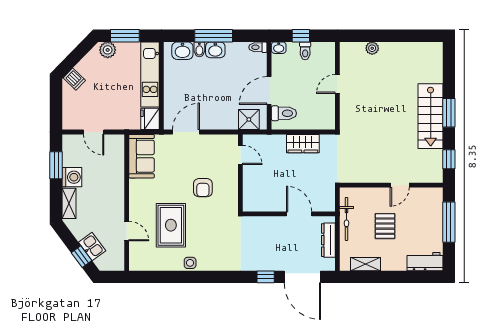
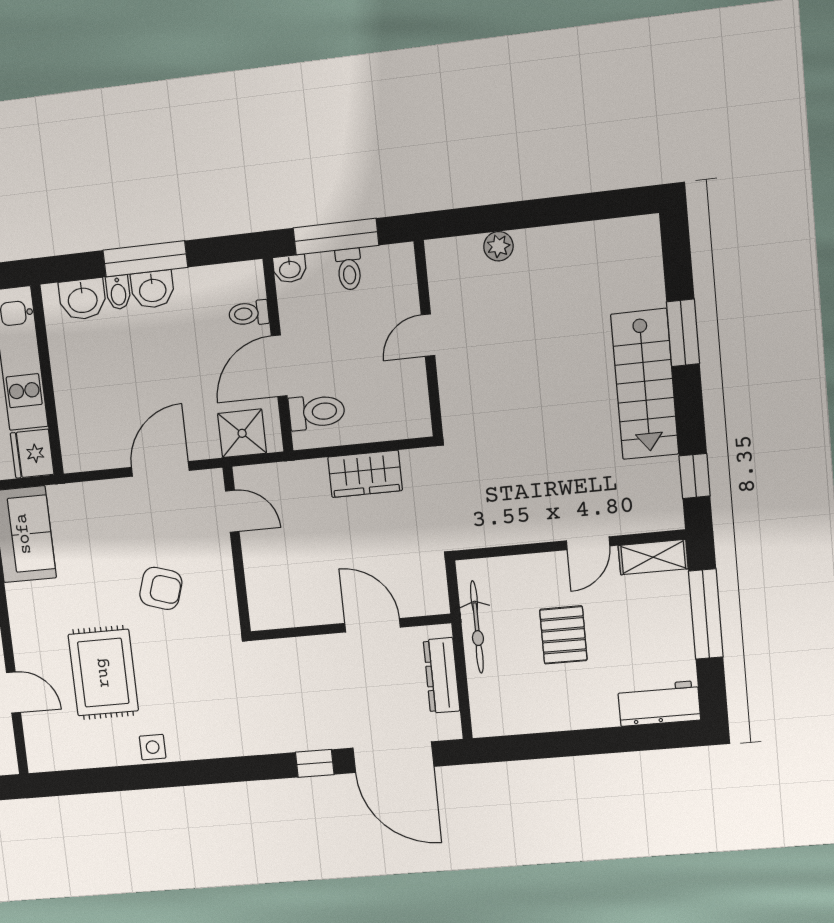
window: (301, 36) -> (336, 237), width x2.17
toilet: (258, 47) -> (249, 313), moved
window: (449, 113) -> (683, 333), moved
door: (186, 132) -> (160, 469), moved
armchair: (203, 188) -> (161, 588), turned -72
shelving: (366, 264) -> (653, 557), moved

